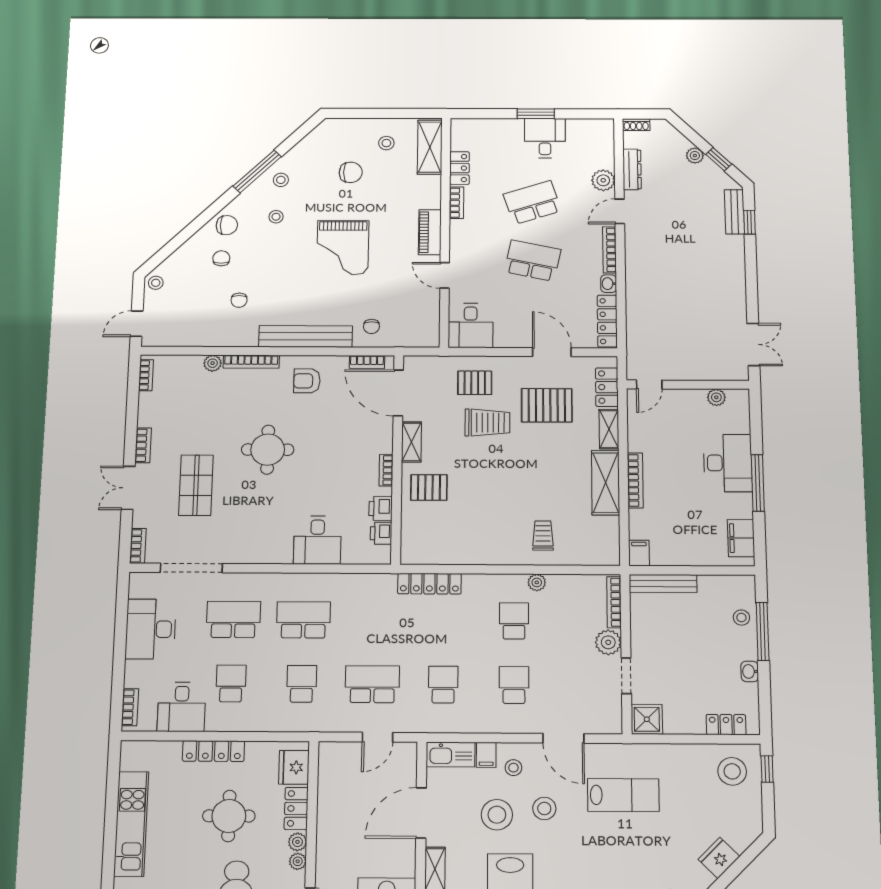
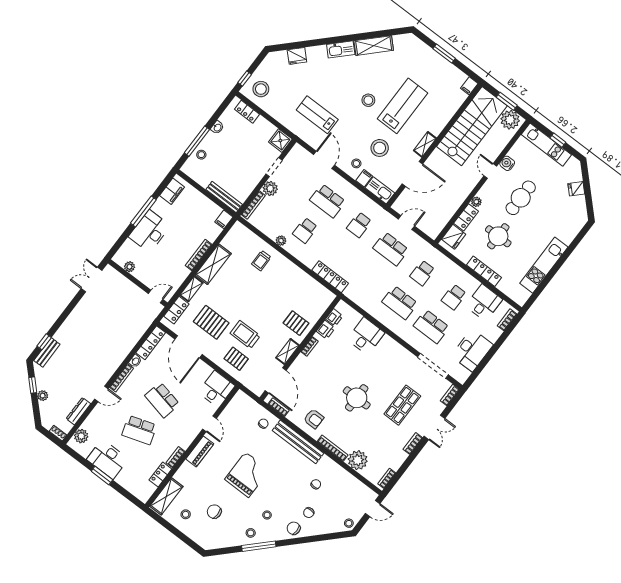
desk: (545, 138) -> (107, 459), width x1.37
plant: (603, 180) -> (81, 436), moved
door: (552, 352) -> (189, 347), width x1.36
plant: (213, 363) -> (358, 460), width x1.87, depth x1.87
school desk: (514, 685) -> (328, 201), width x1.85
stool: (544, 808) -> (368, 100), moved
plant: (298, 861) -> (483, 193), removed

